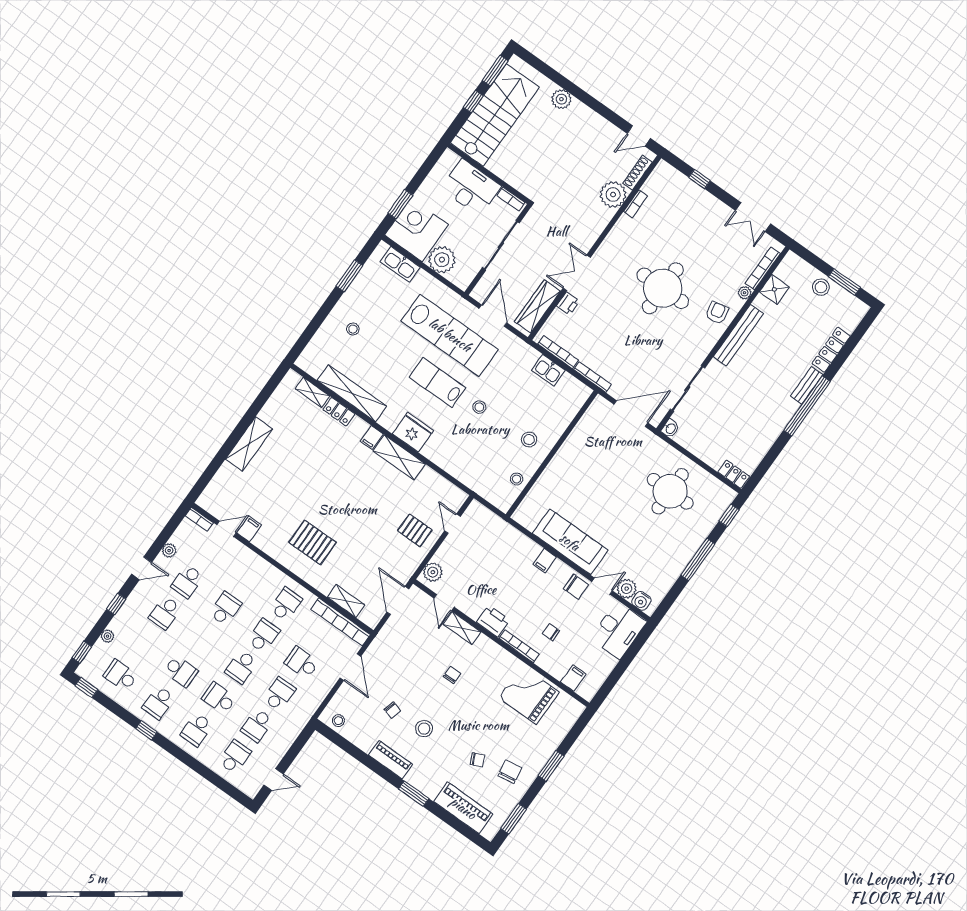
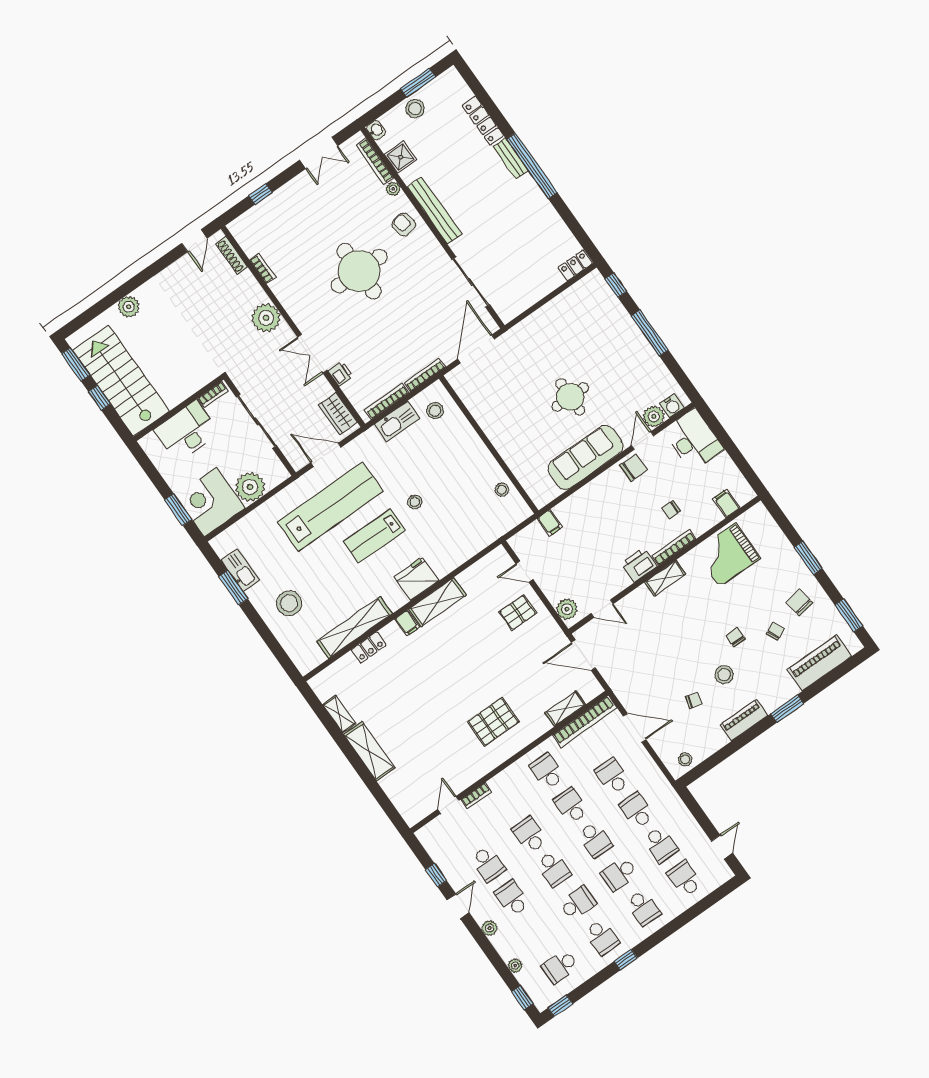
plant: (613, 195) -> (266, 318), moved
kitchen sink: (400, 264) -> (240, 570), moved, turned -90
wardrobe: (537, 306) -> (338, 414), width x0.67
stool: (353, 329) -> (289, 603), width x1.89, depth x1.89
kitchen sink: (548, 370) -> (397, 421), width x1.38
shelving: (312, 392) -> (339, 714), moved, turned 90
washbasin: (670, 428) -> (376, 130), moved
stool: (529, 439) -> (435, 411), moved
round table: (670, 491) -> (570, 397), moved, width x0.73, depth x0.73
bookcase: (199, 519) -> (476, 796), moved
filing cabinet: (249, 529) -> (456, 782), removed
plant: (169, 550) -> (489, 928), moved
filing cabinet: (545, 561) -> (550, 523), moved
window: (116, 604) -> (436, 875), moved
school desk: (165, 613) -> (512, 898), turned 180
shelving: (462, 628) -> (665, 578), moved
school desk: (203, 640) -> (554, 869), added
school desk: (302, 663) -> (612, 776), turned 90
chair: (452, 675) -> (736, 637), moved

